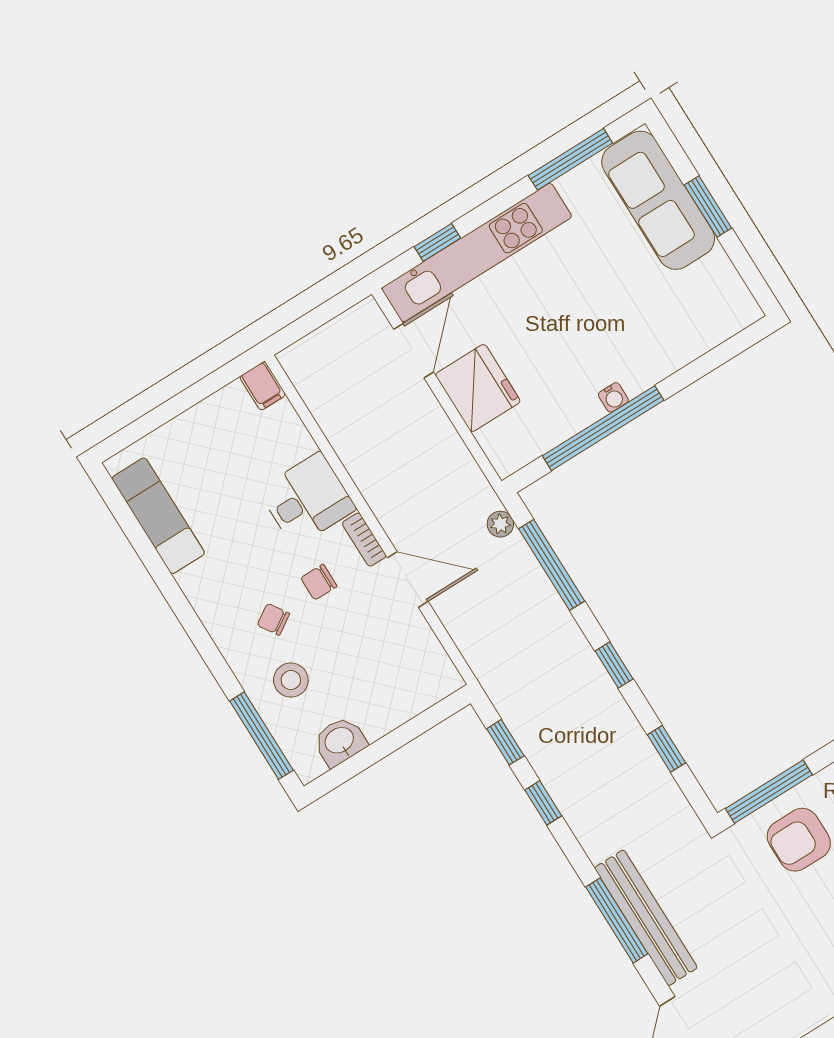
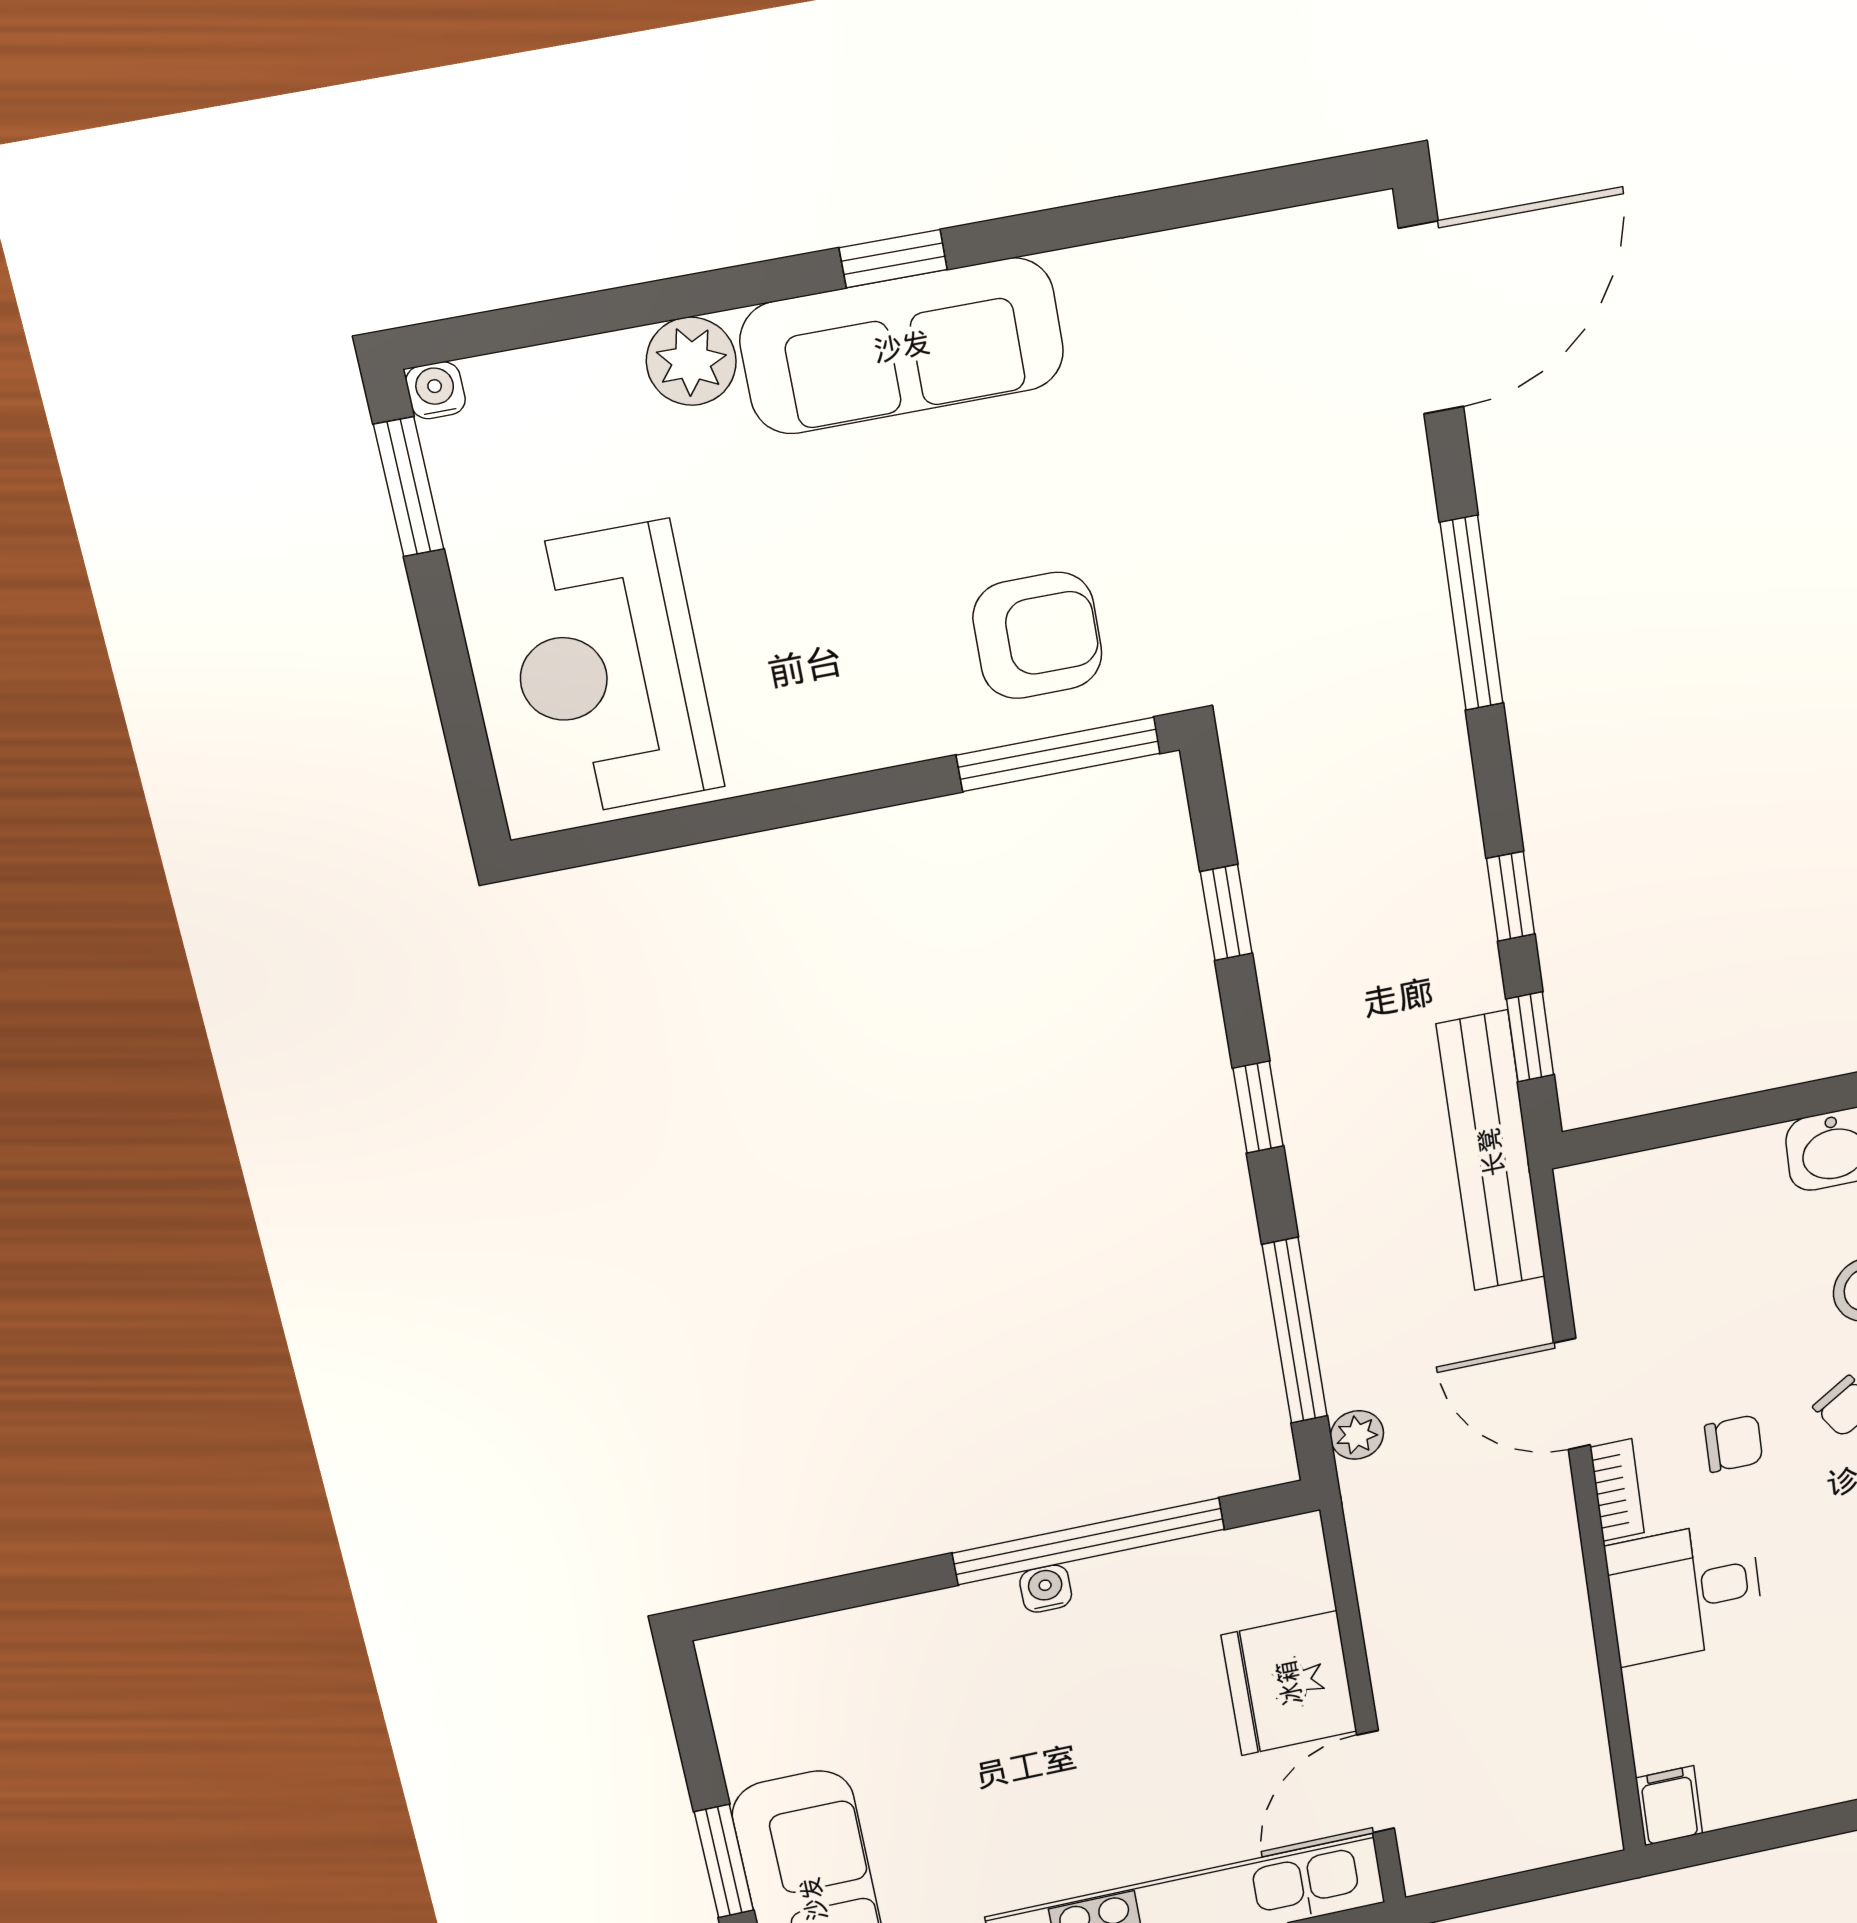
bench: (646, 918) -> (1491, 1152), moved

